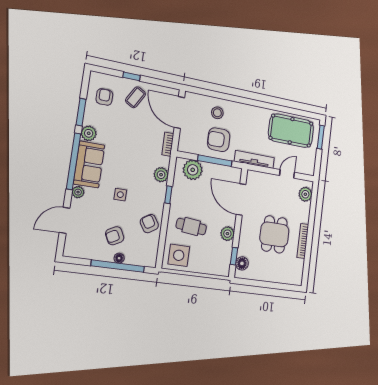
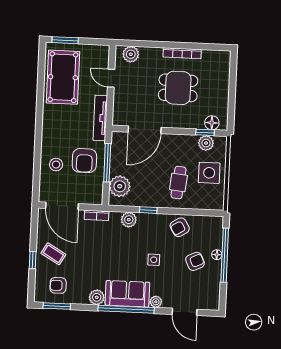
window: (81, 112) -> (57, 306), moved
door: (179, 113) -> (62, 206), hinge flipped
plant: (227, 234) -> (206, 143), moved
armchair: (115, 236) -> (195, 261), turned -88
side table: (179, 255) -> (209, 173), moved

